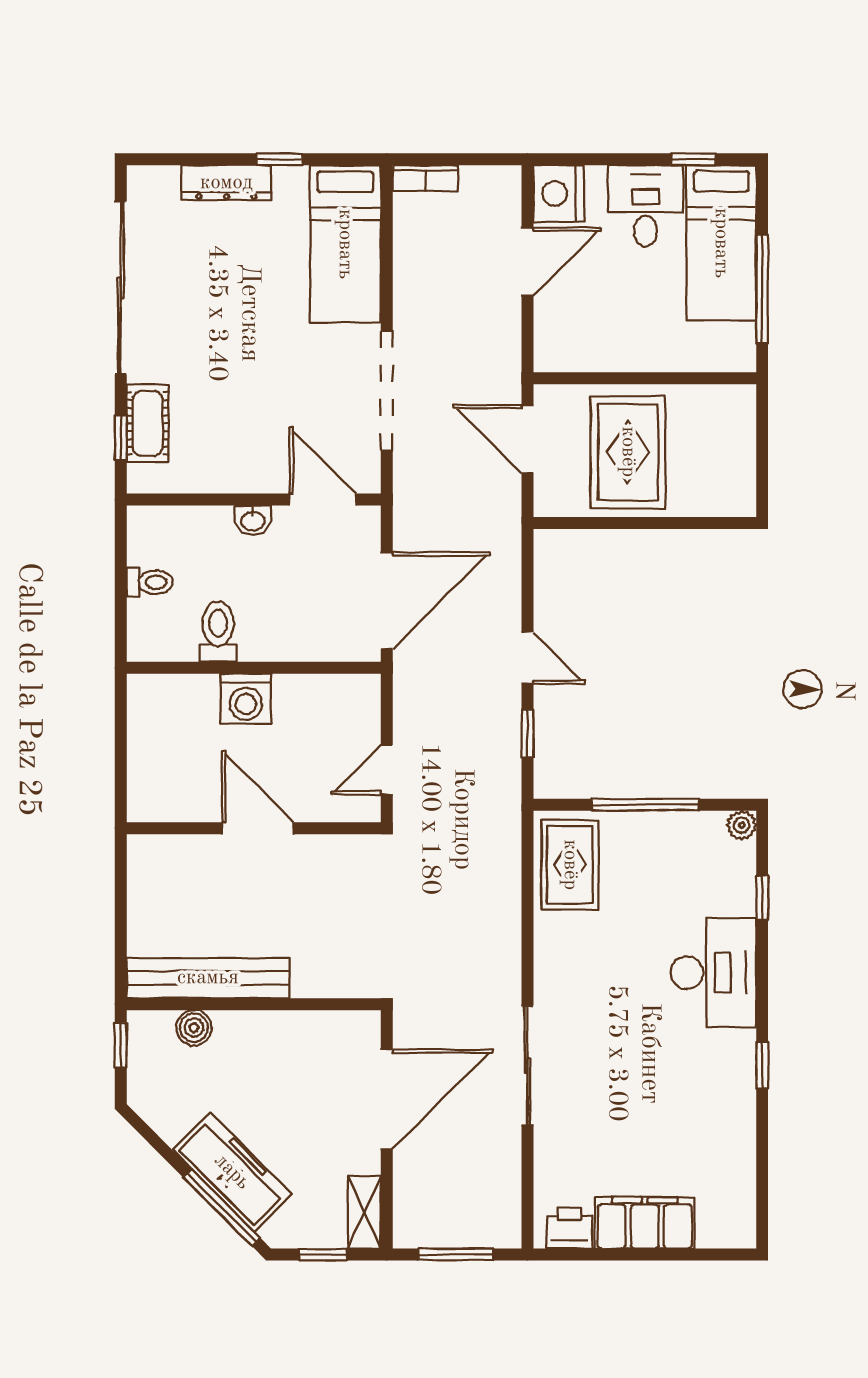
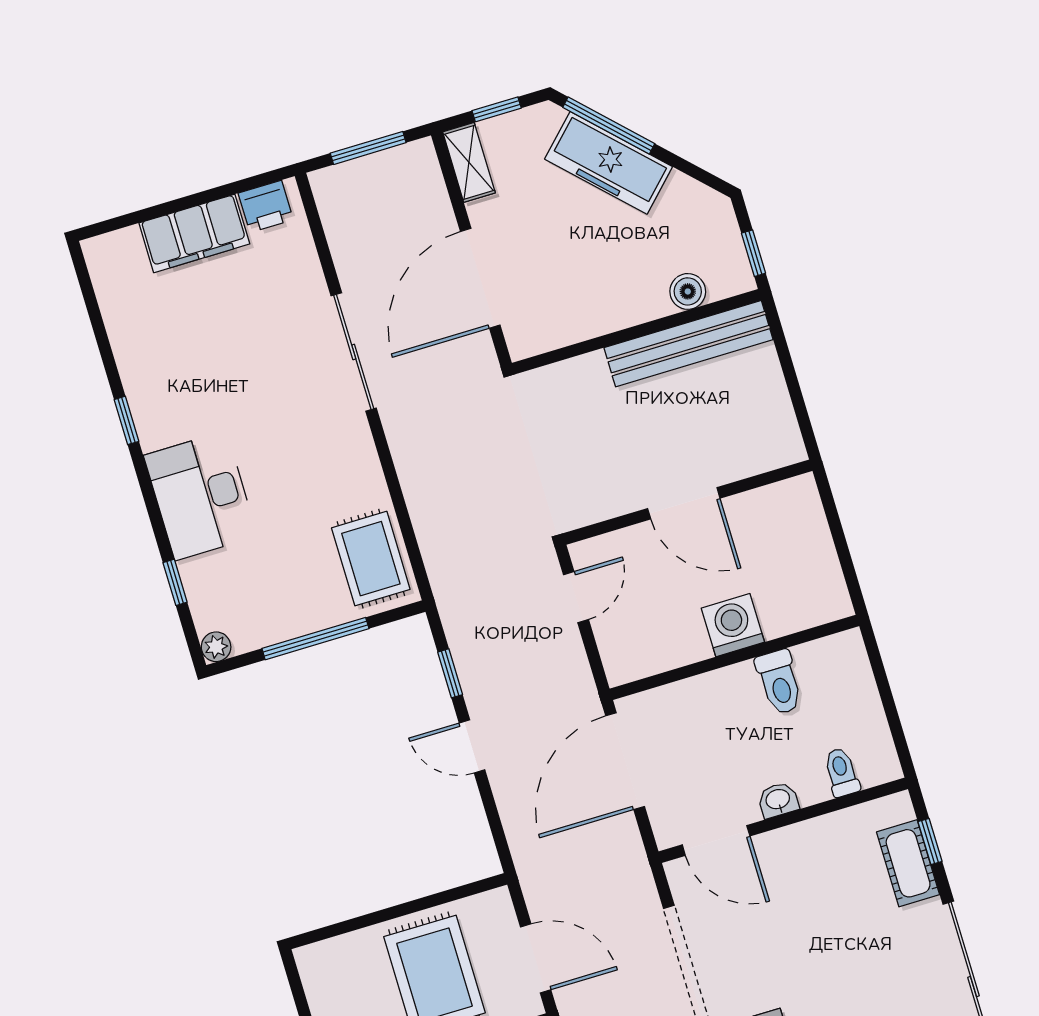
toilet: (150, 582) -> (841, 772), moved, turned 90

